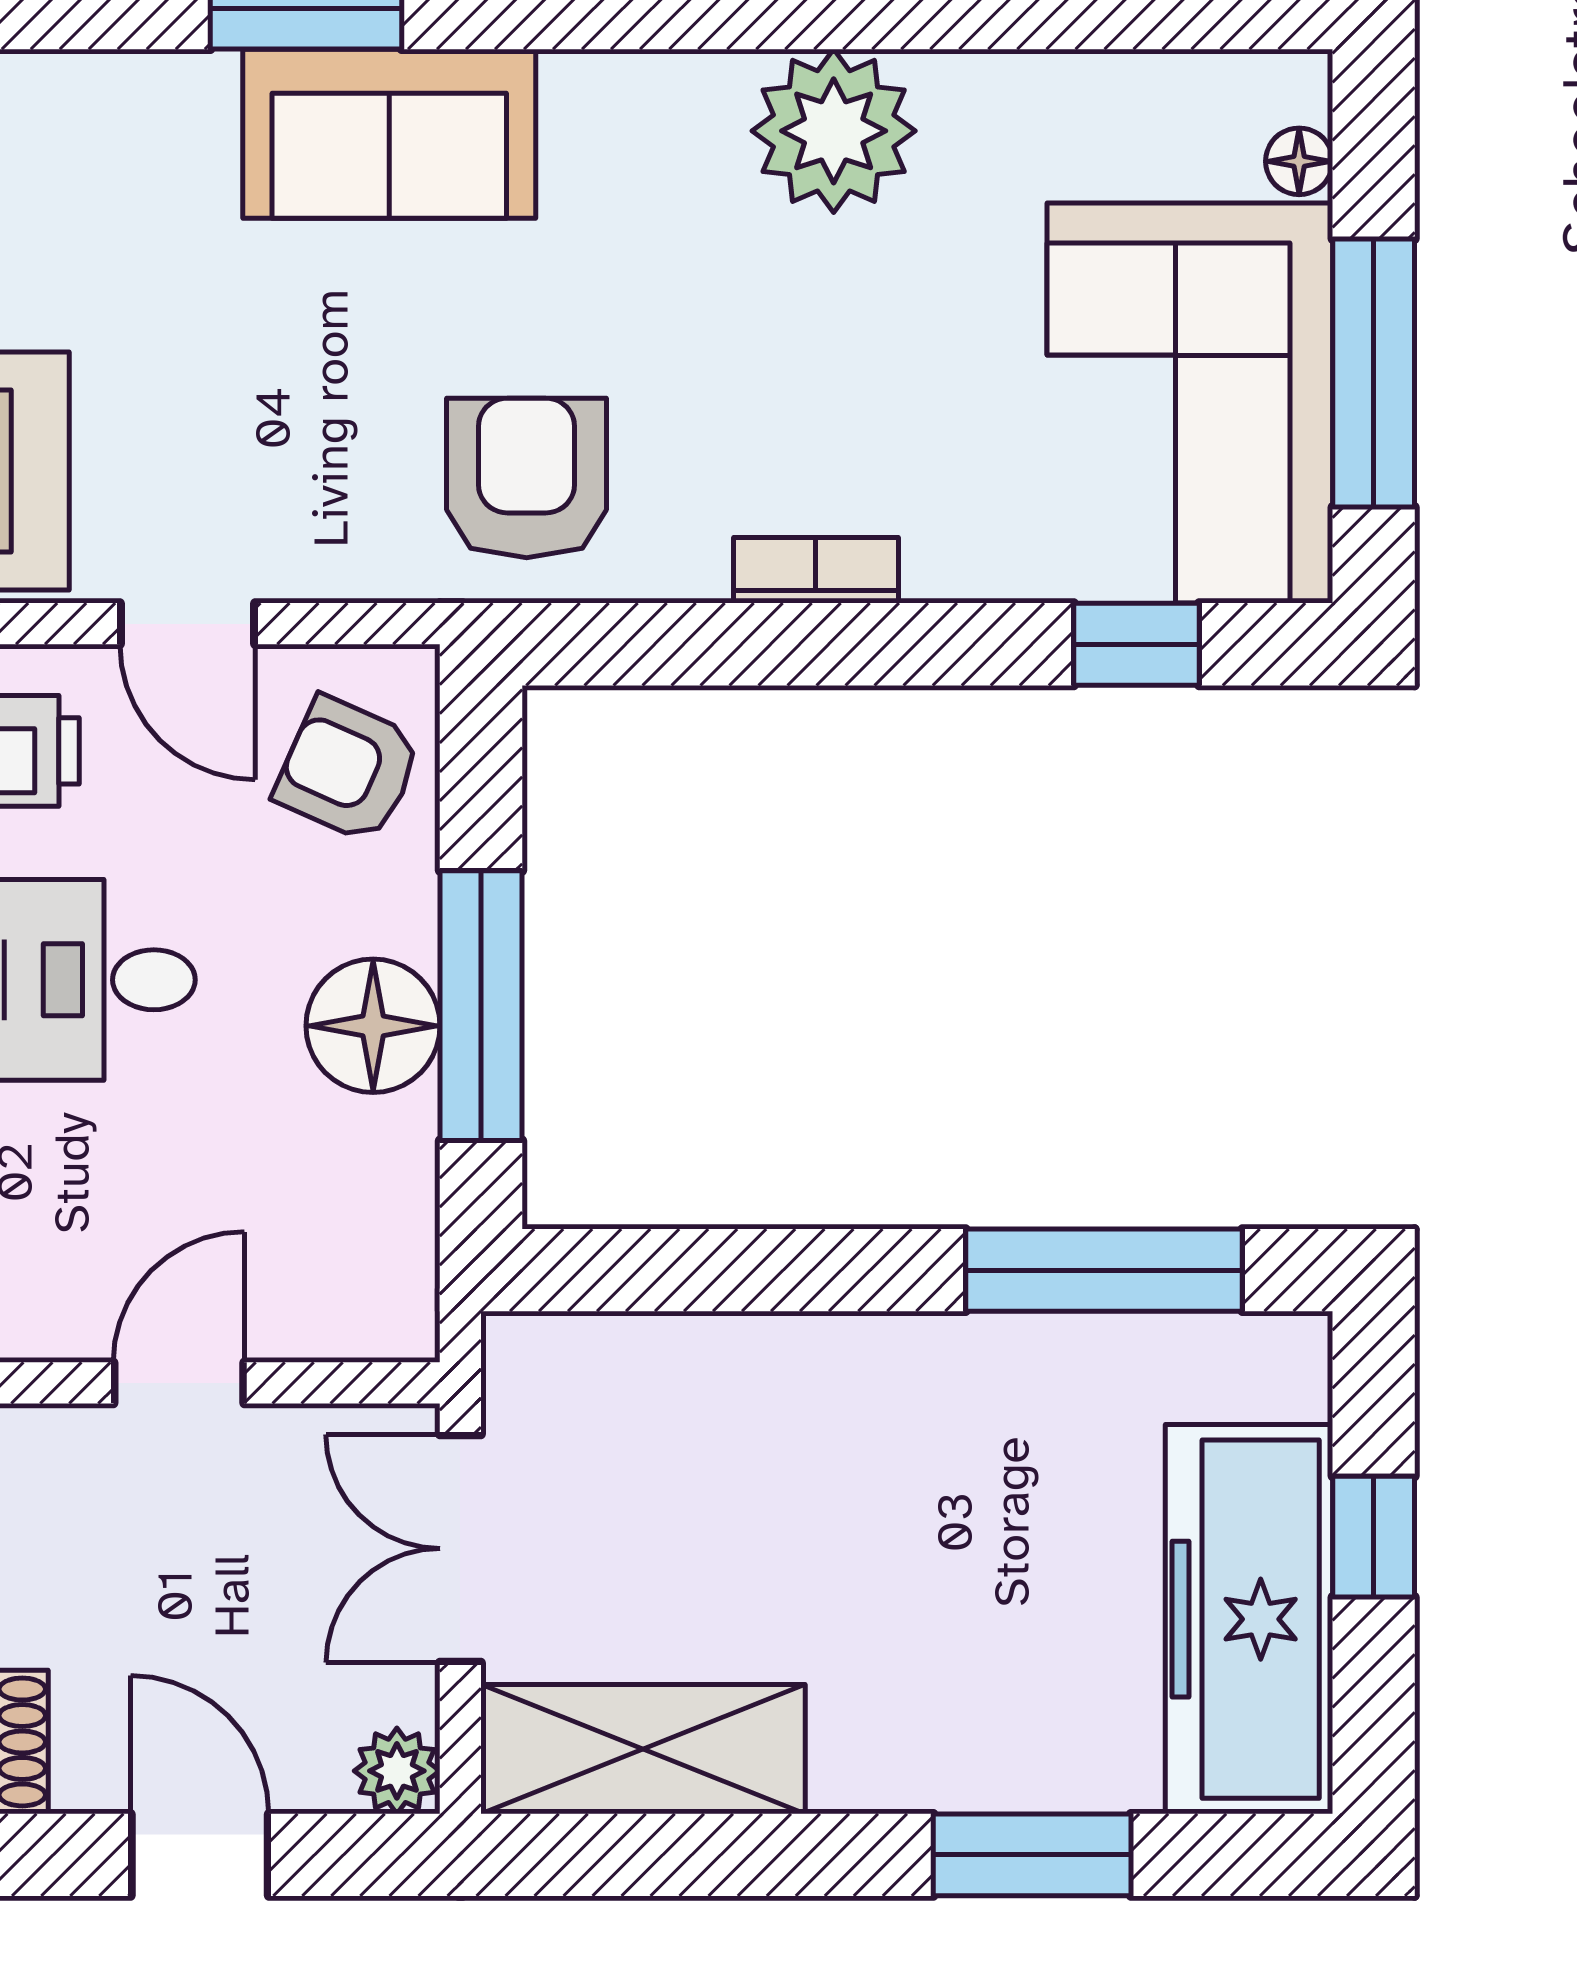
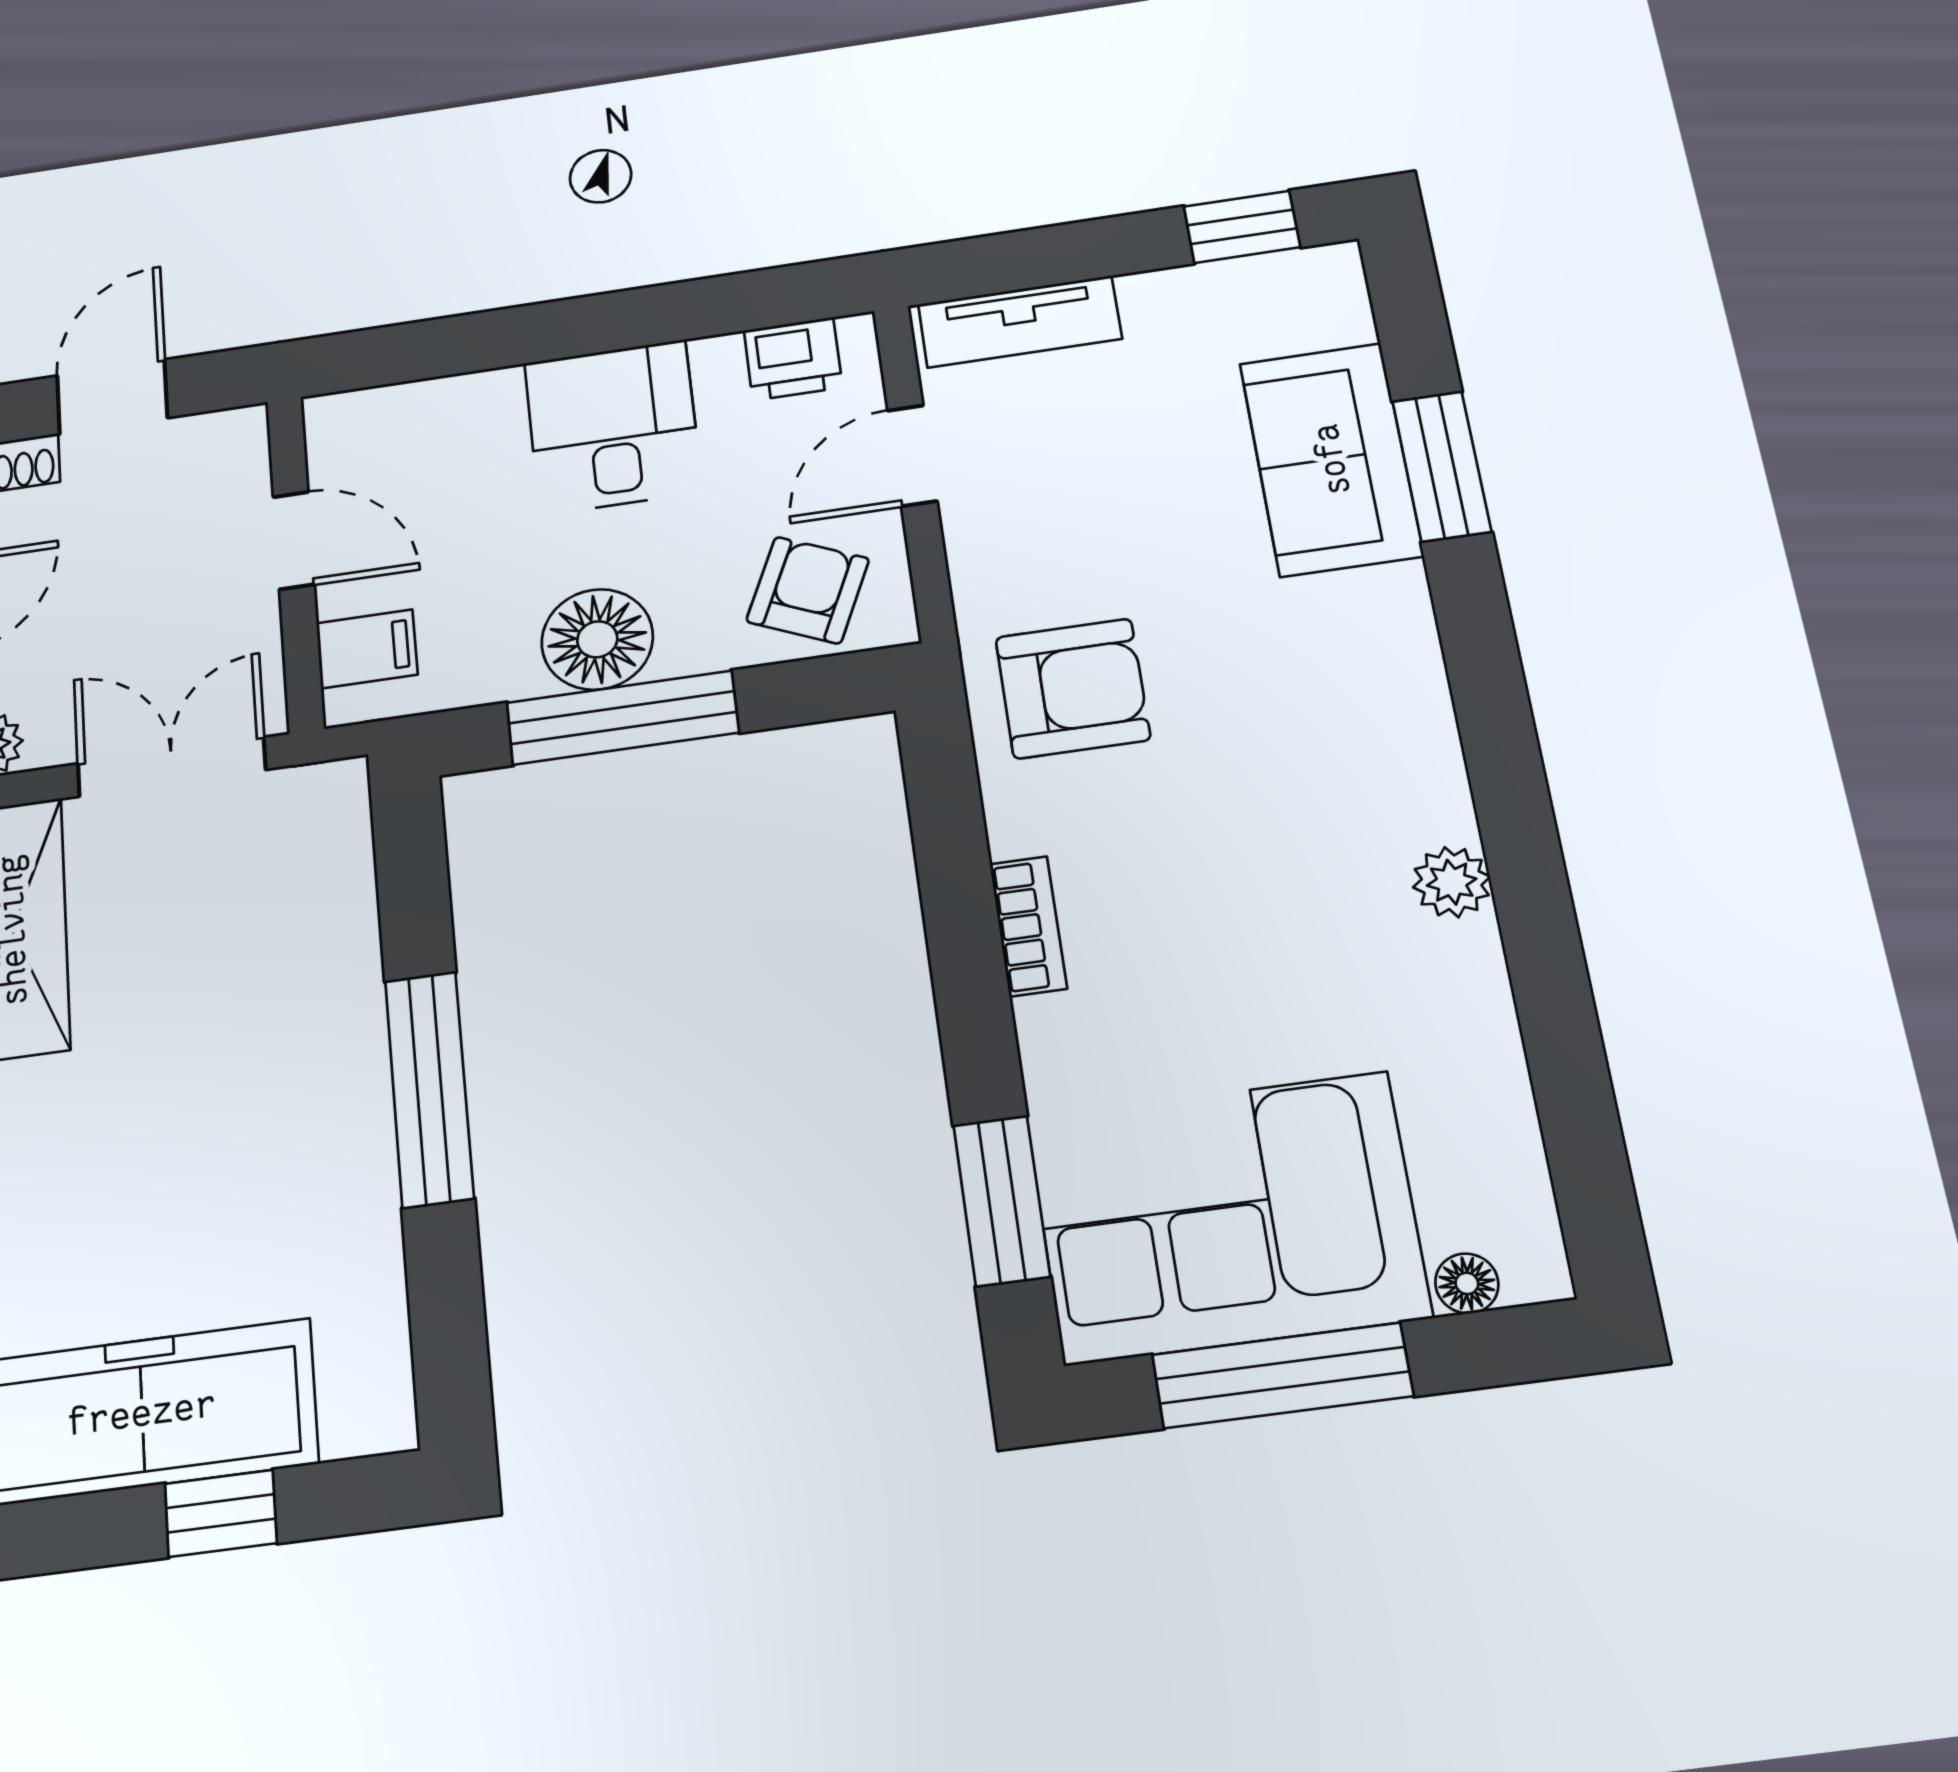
plant: (834, 131) -> (1452, 882), width x0.53, depth x0.53
sofa: (389, 134) -> (1331, 459), moved
window: (1137, 644) -> (1002, 1201), width x1.50
window: (1104, 1270) -> (429, 1089), moved
filing cabinet: (341, 1303) -> (367, 649), added

